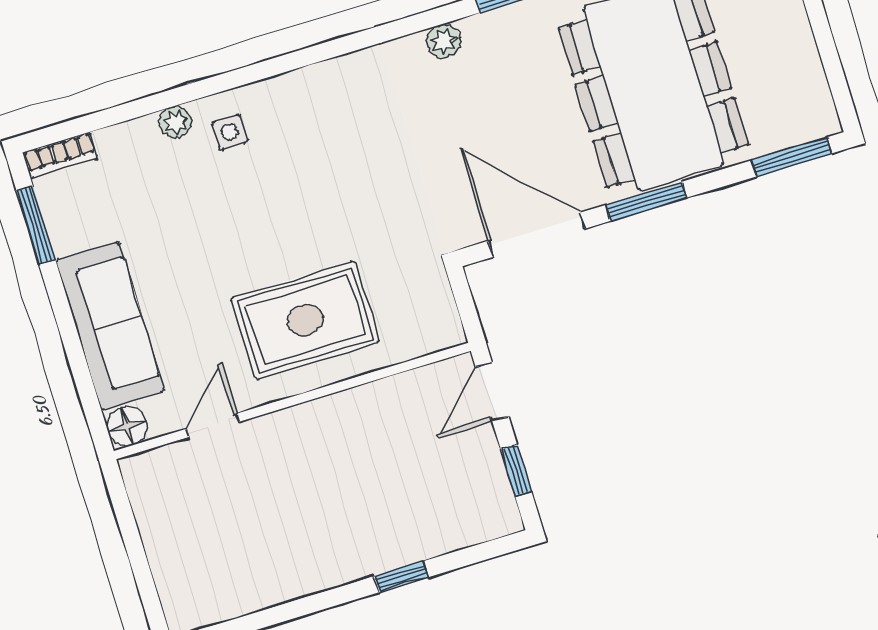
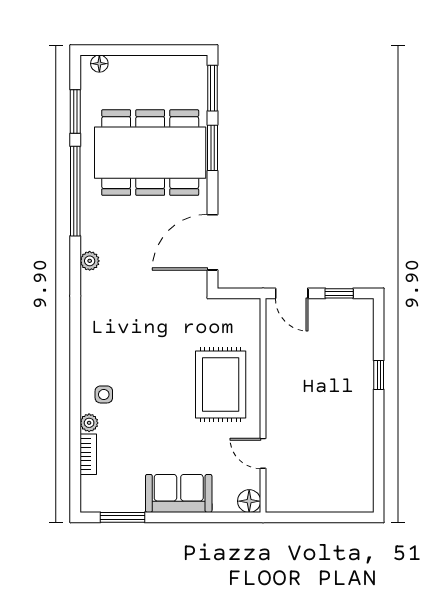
bookcase: (60, 156) -> (88, 454), moved
window: (646, 201) -> (212, 148), moved
sofa: (110, 326) -> (179, 493), width x0.73

